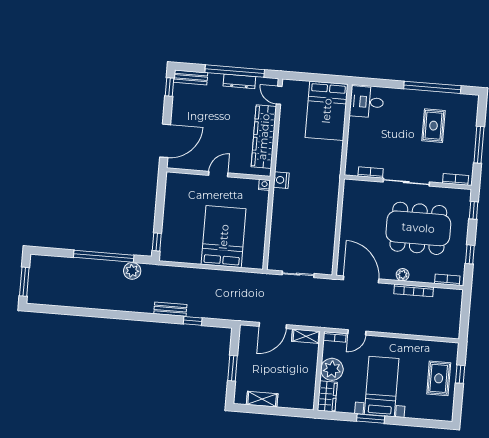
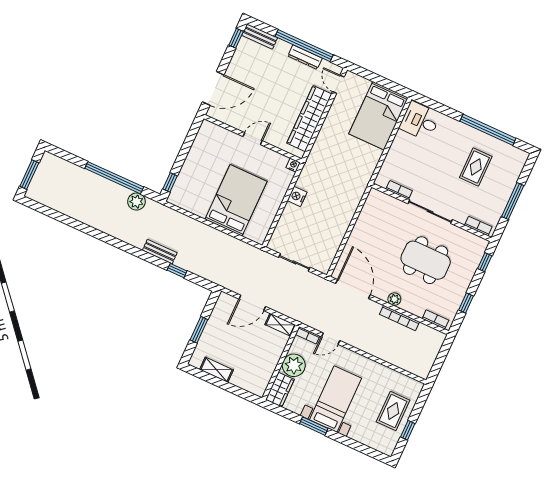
nightstand: (281, 180) -> (297, 196), moved
dining table: (418, 228) -> (426, 260), width x0.73, depth x0.80
window: (460, 374) -> (408, 430), moved

